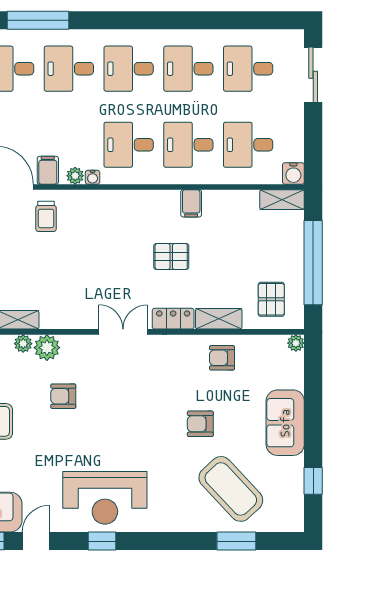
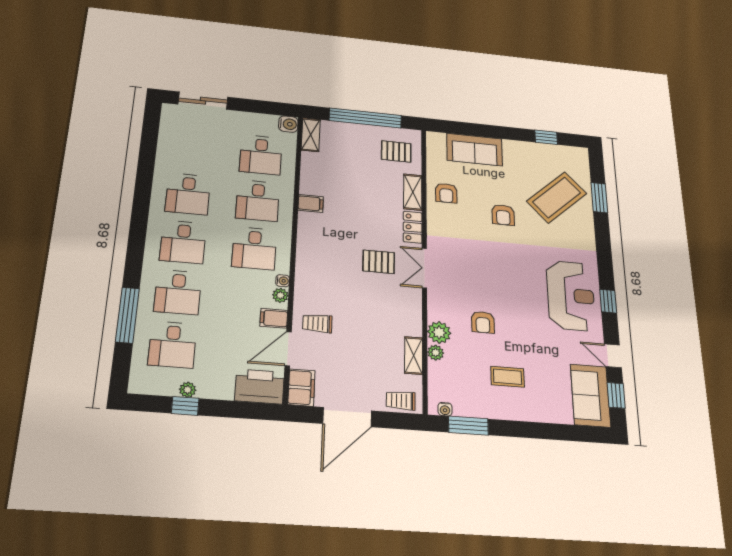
desk: (248, 69) -> (193, 148), removed
trolley: (46, 216) -> (317, 323), turned 180
pallet: (171, 257) -> (379, 262), moved, turned 90
plant: (296, 343) -> (433, 138), removed
sofa: (285, 423) -> (475, 150), moved

